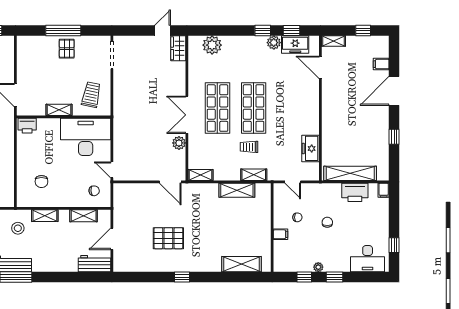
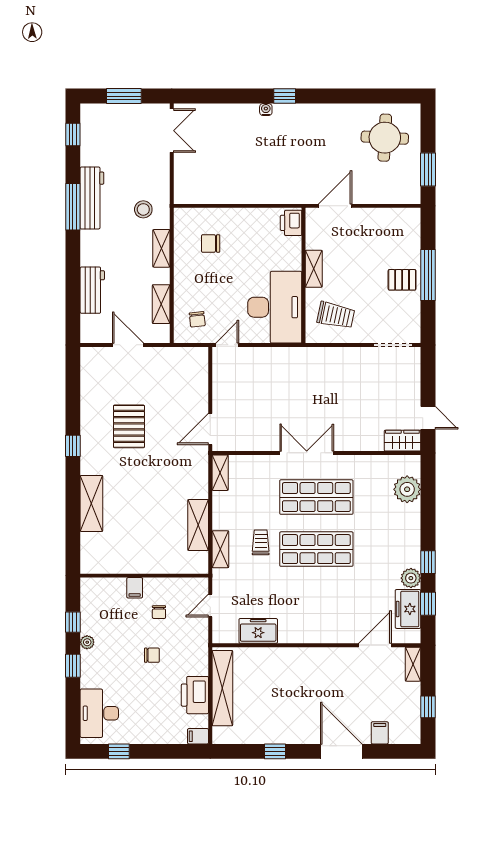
plant: (179, 143) -> (266, 442), removed
workbench: (95, 264) -> (92, 290), moved
shelving: (242, 264) -> (91, 503), moved

